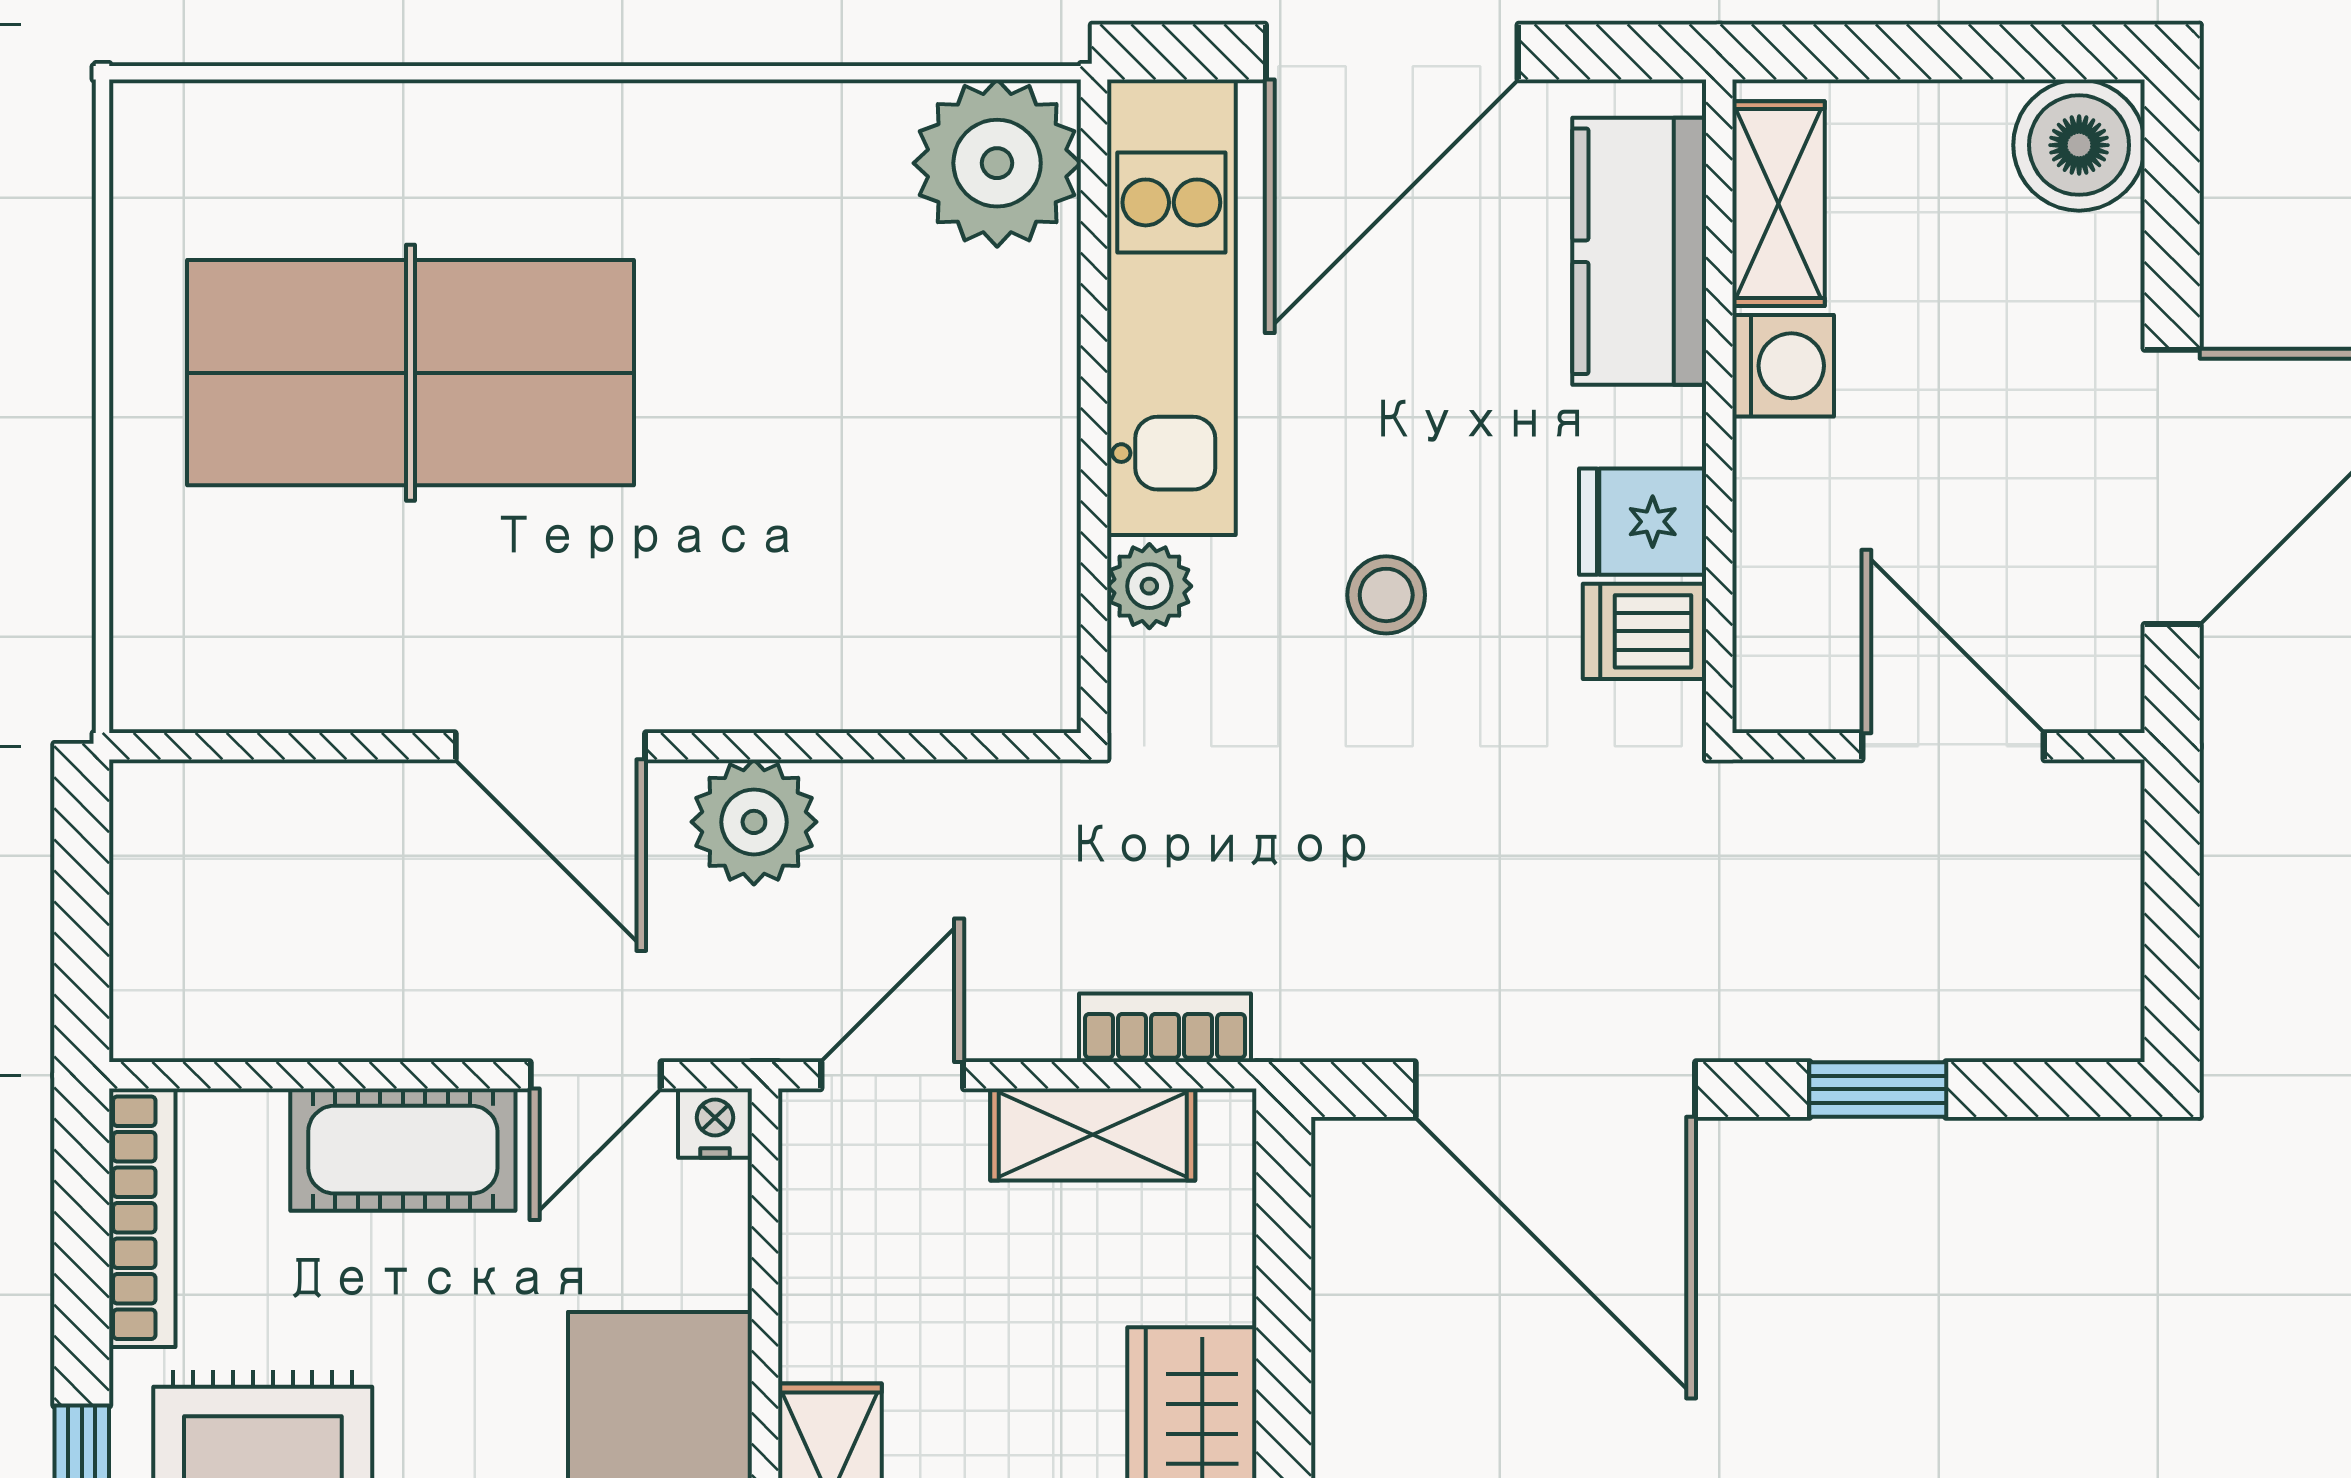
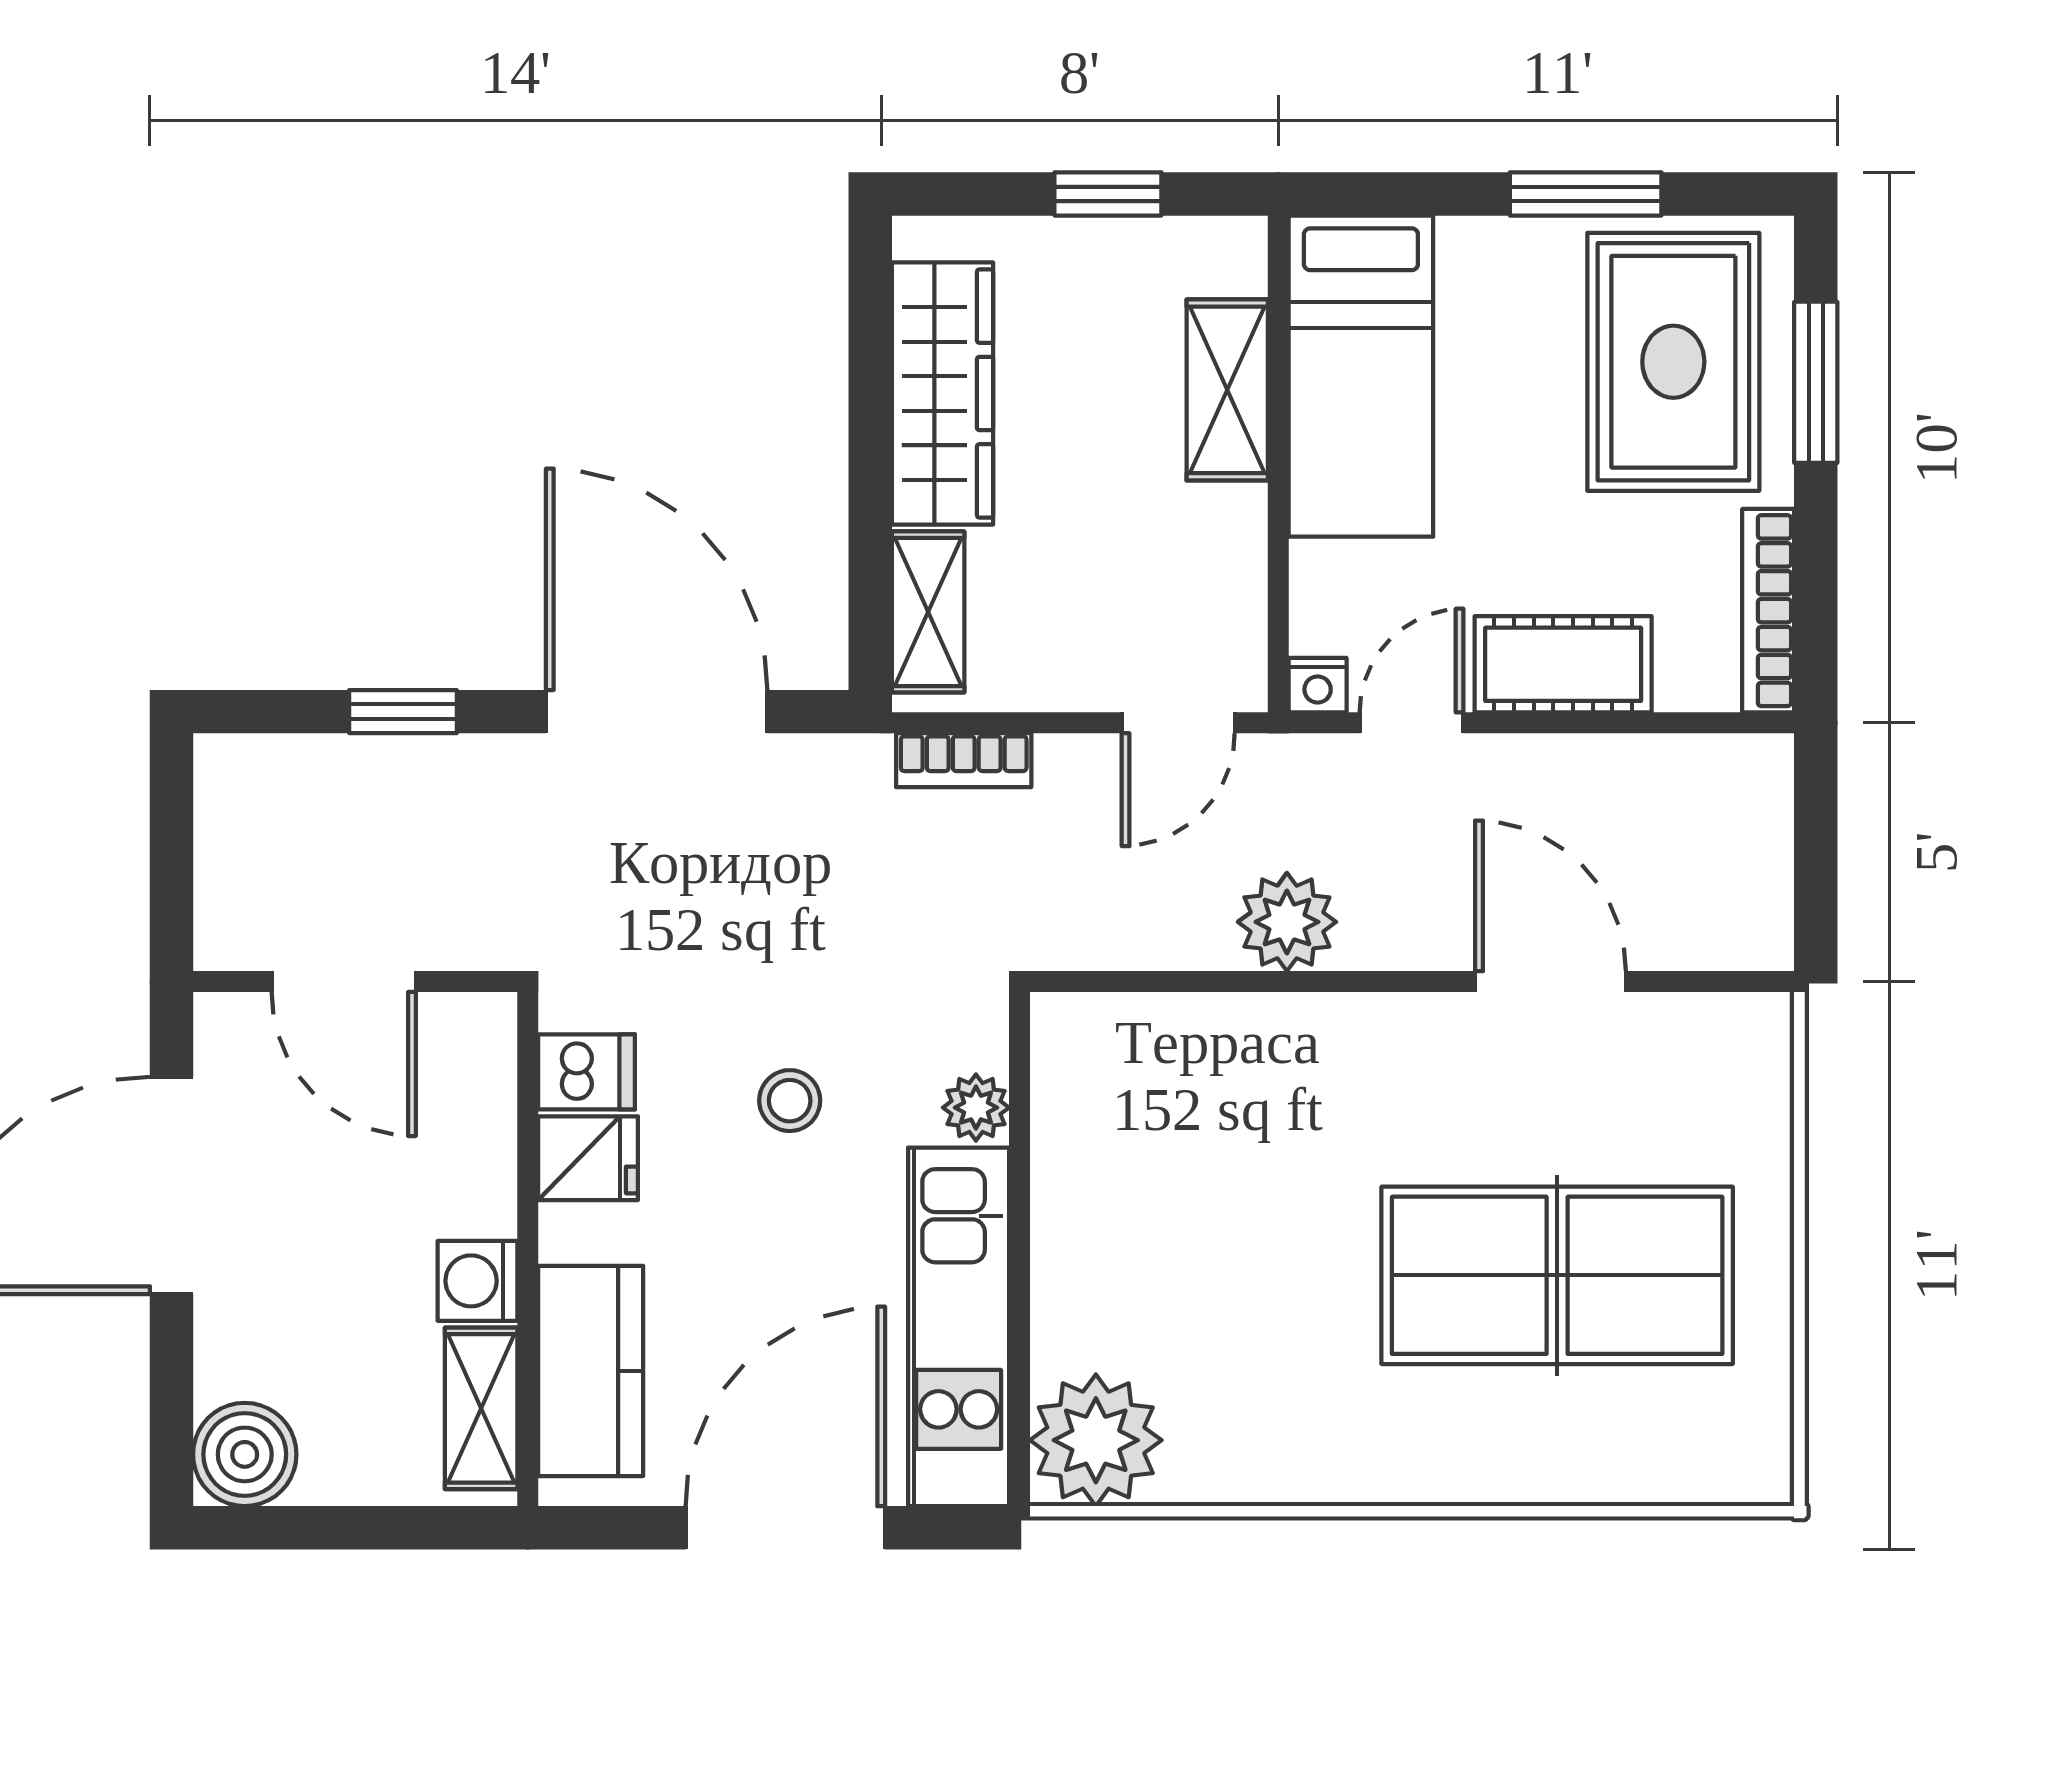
door: (550, 746) -> (1550, 982), moved
shelving: (1093, 1134) -> (928, 612), moved, turned 90

